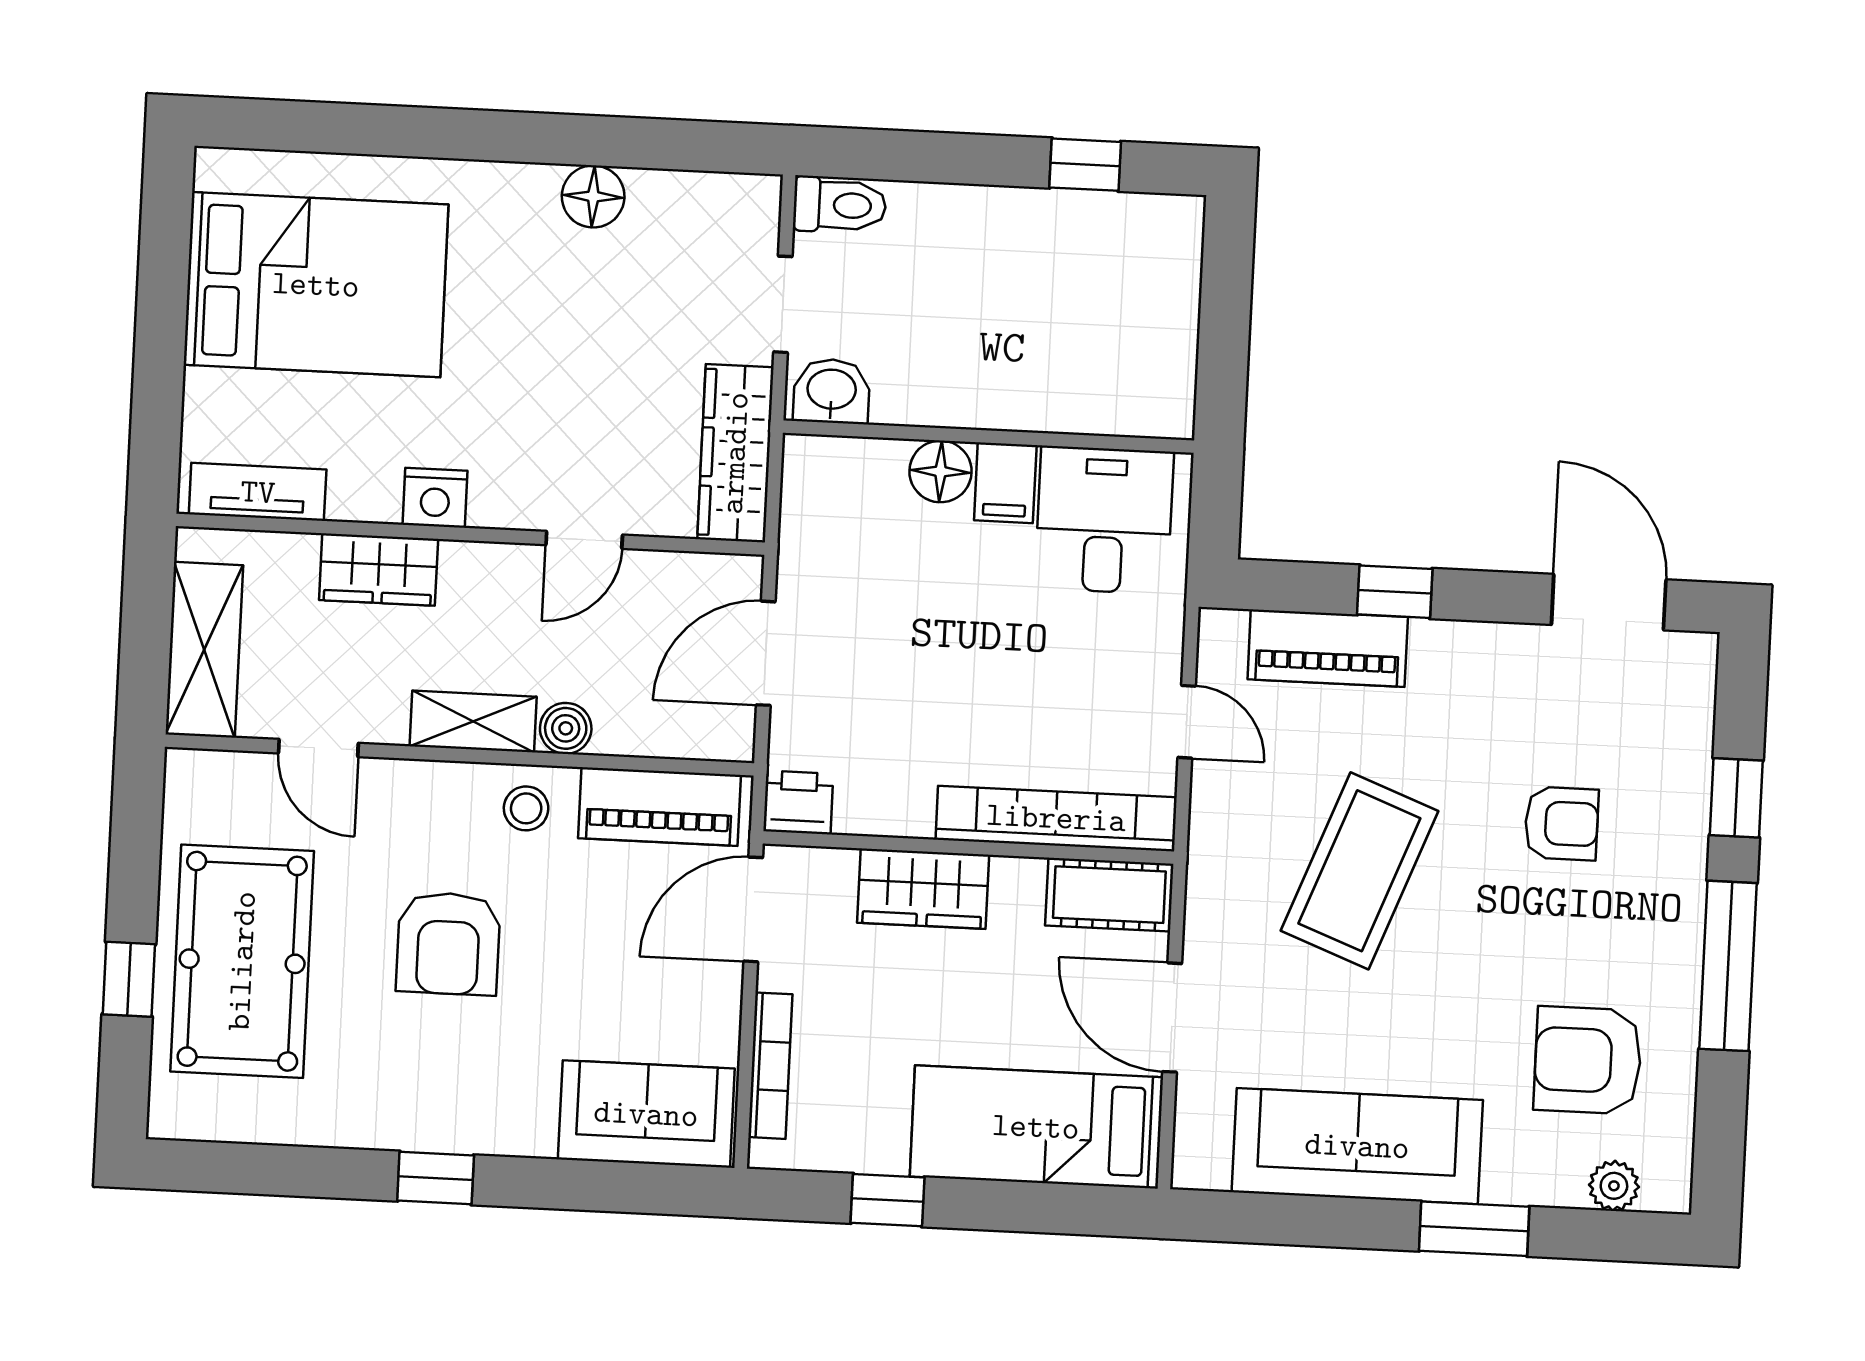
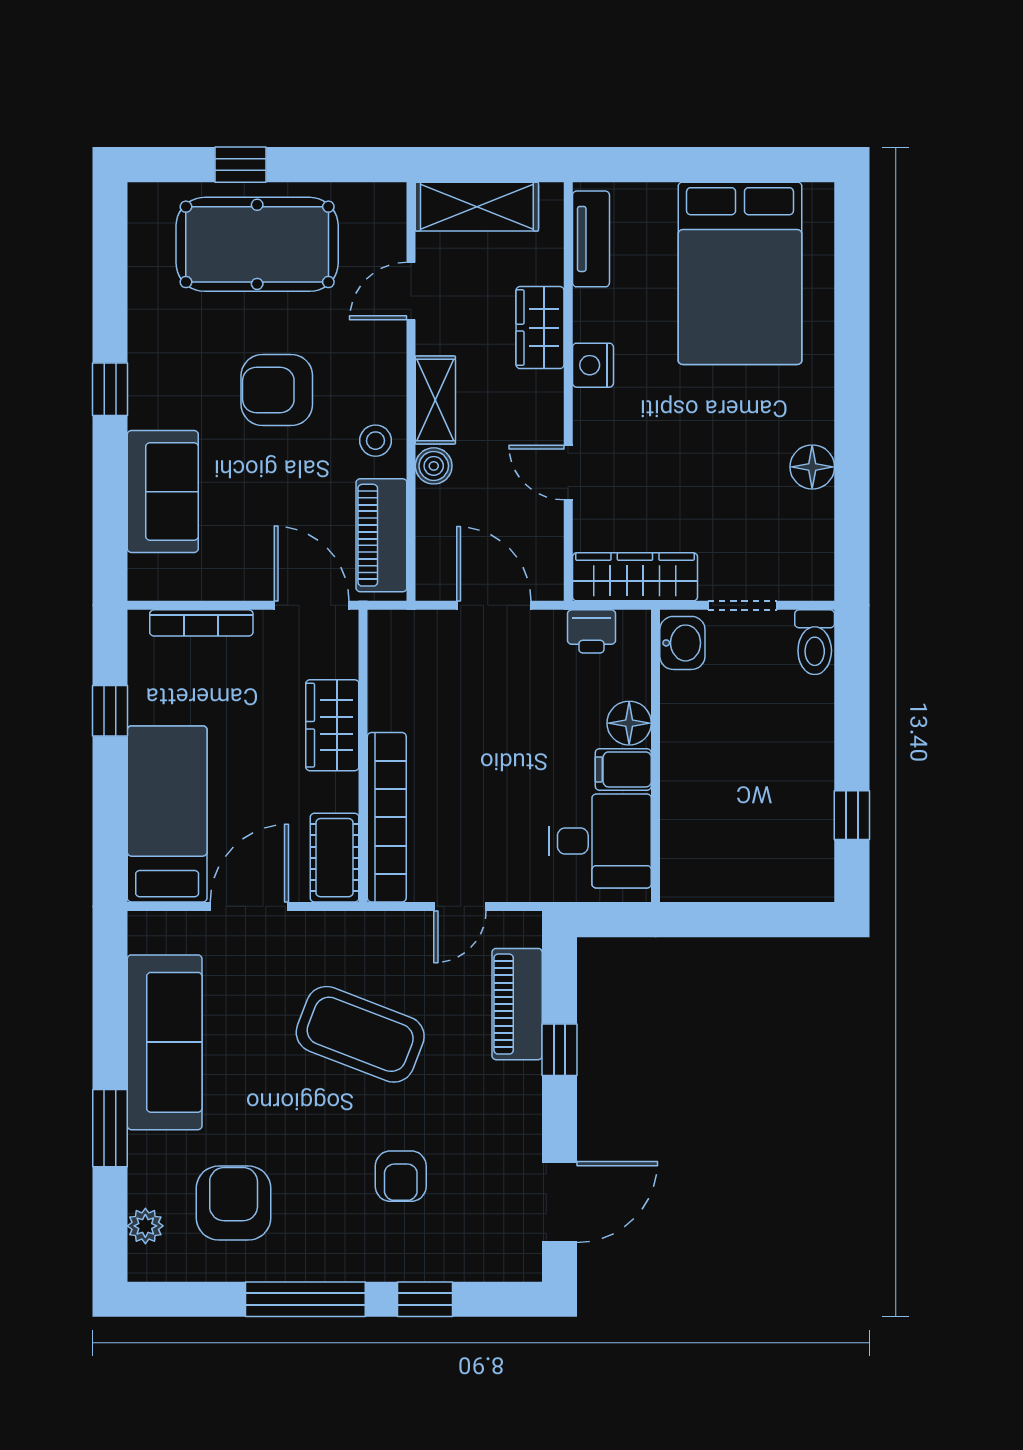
printer: (798, 802) -> (591, 631), moved, turned 90
sofa: (646, 1114) -> (163, 492), moved

